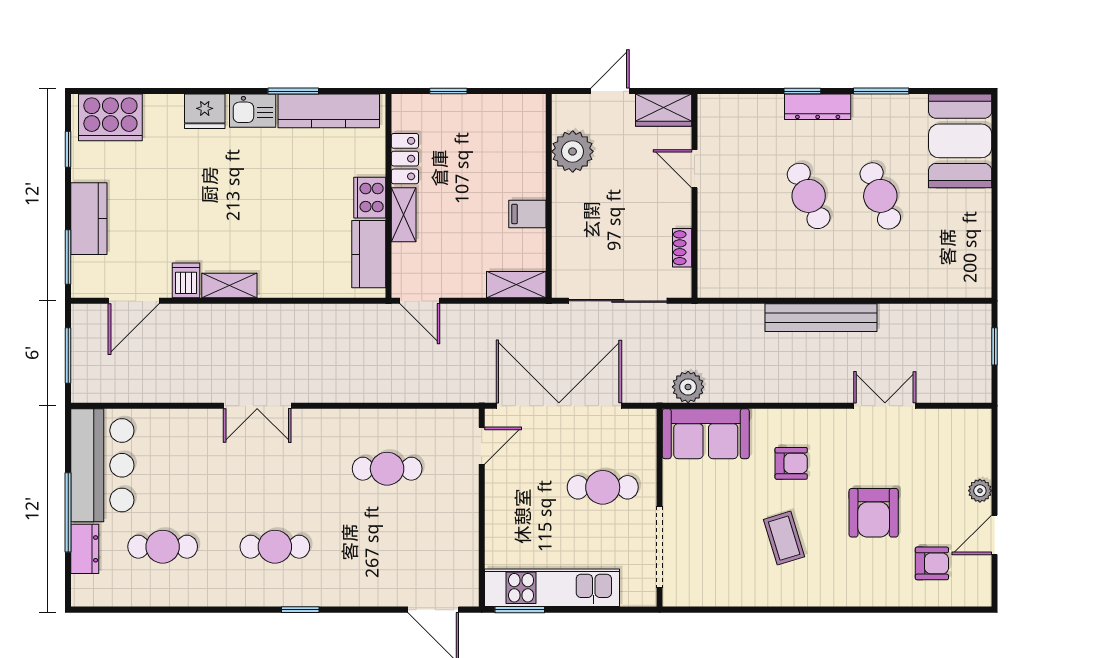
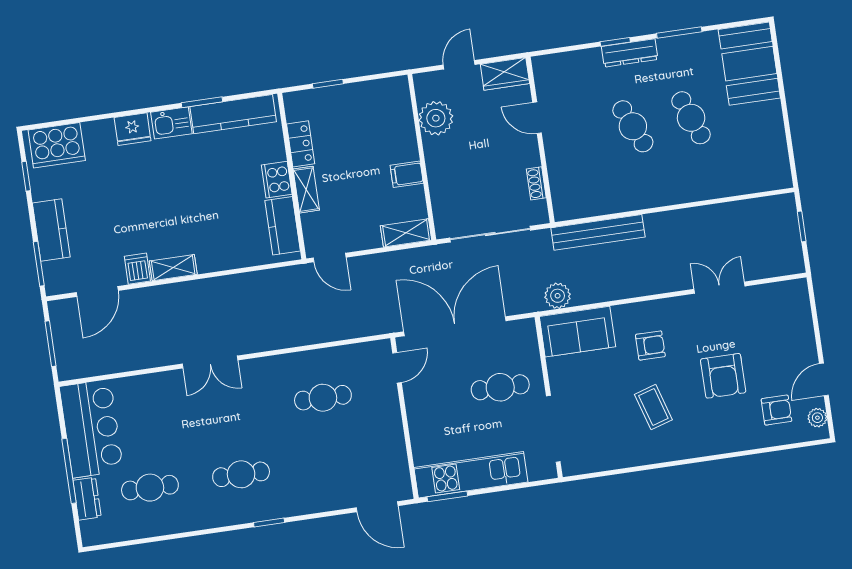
bench: (821, 318) -> (598, 232), moved
plant: (980, 491) -> (817, 418), moved

